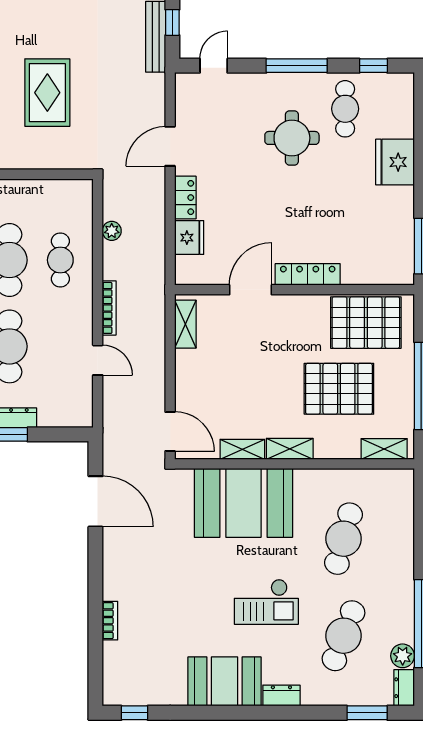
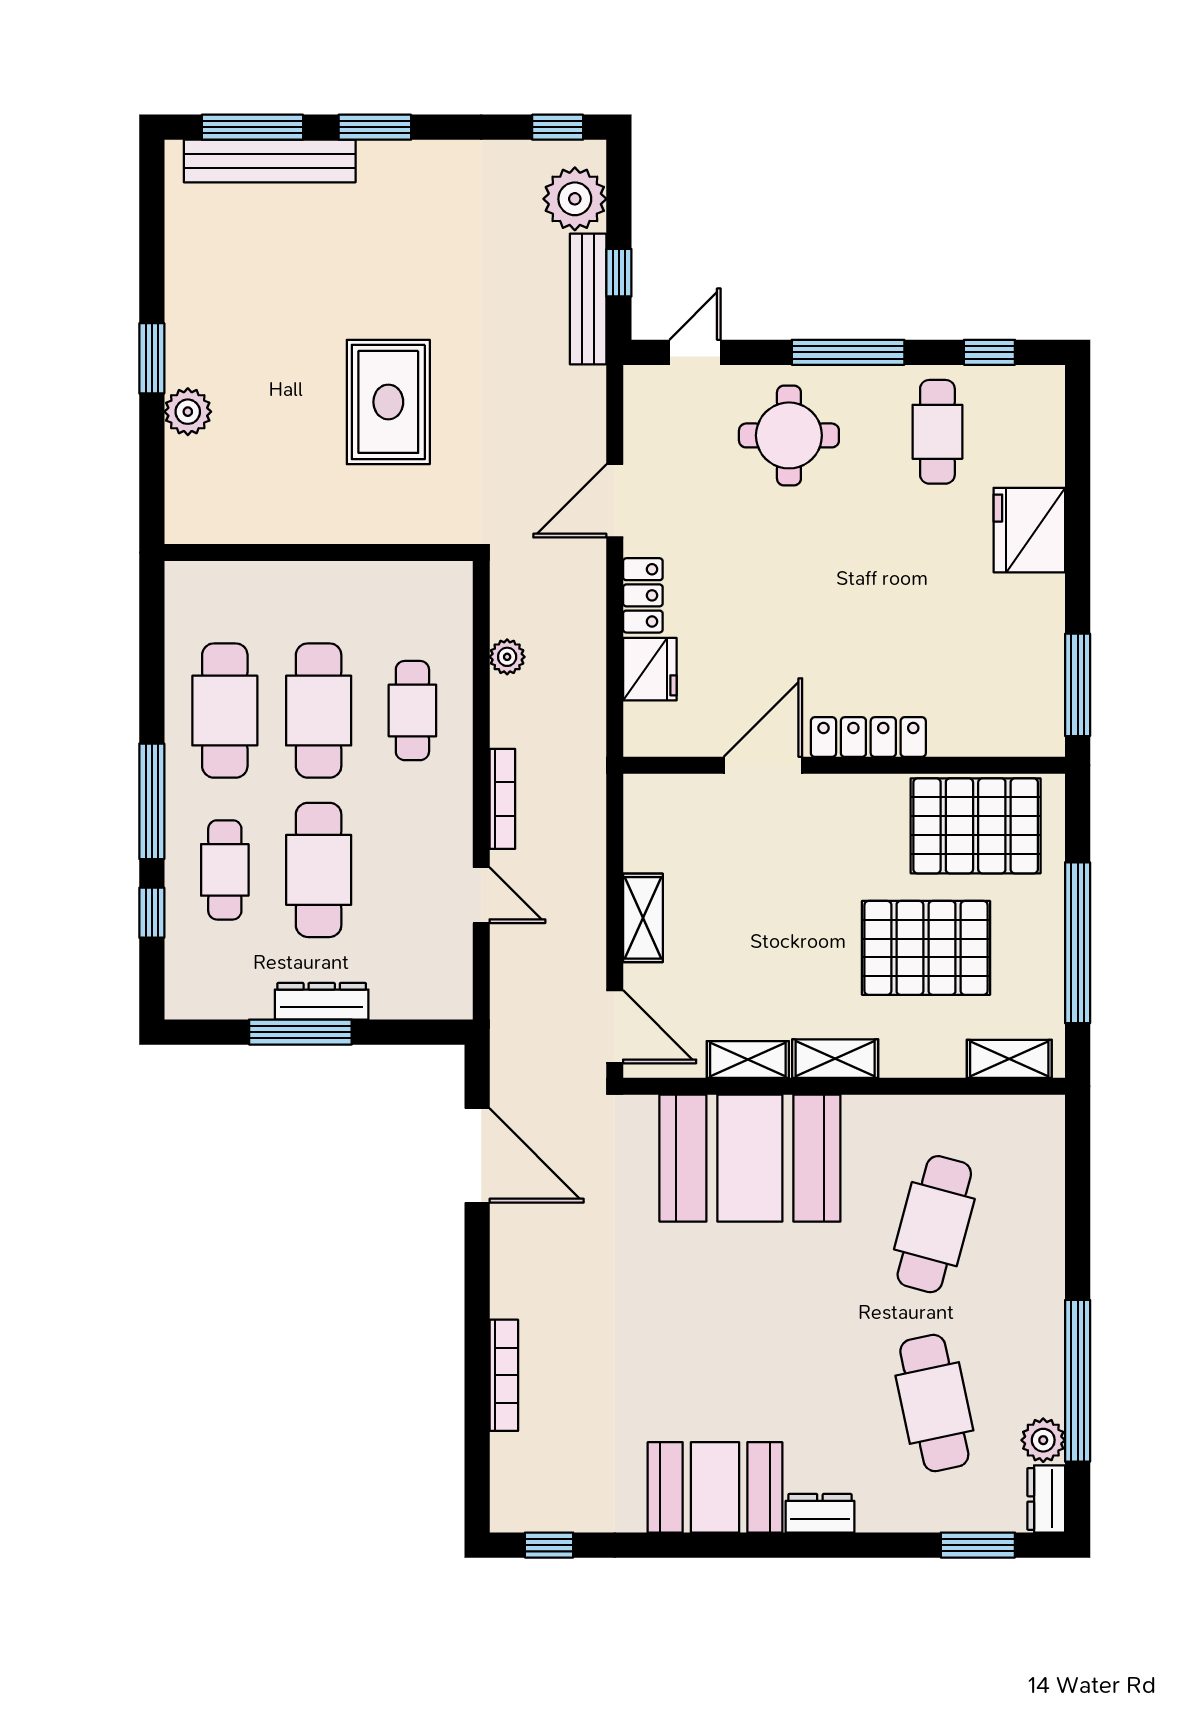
round table: (292, 138) -> (789, 435), moved
shelving: (185, 324) -> (643, 918), moved
checkout: (266, 602) -> (792, 1341), removed
bookcase: (110, 621) -> (504, 1375), width x1.56
cafe table: (343, 636) -> (934, 1403), turned -33

